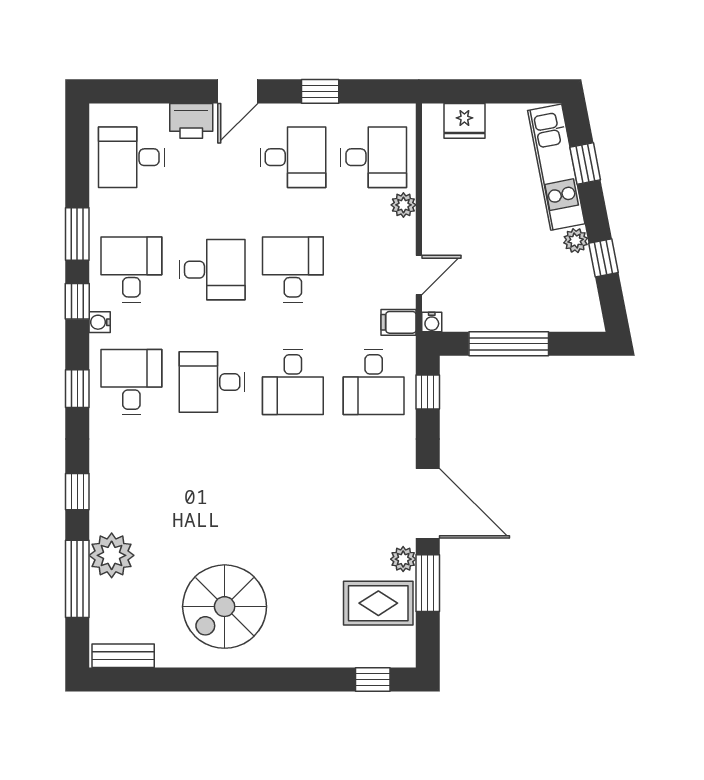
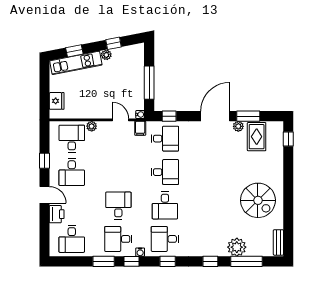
desk: (293, 157) -> (72, 172), turned 180
desk: (293, 270) -> (118, 172), removed

